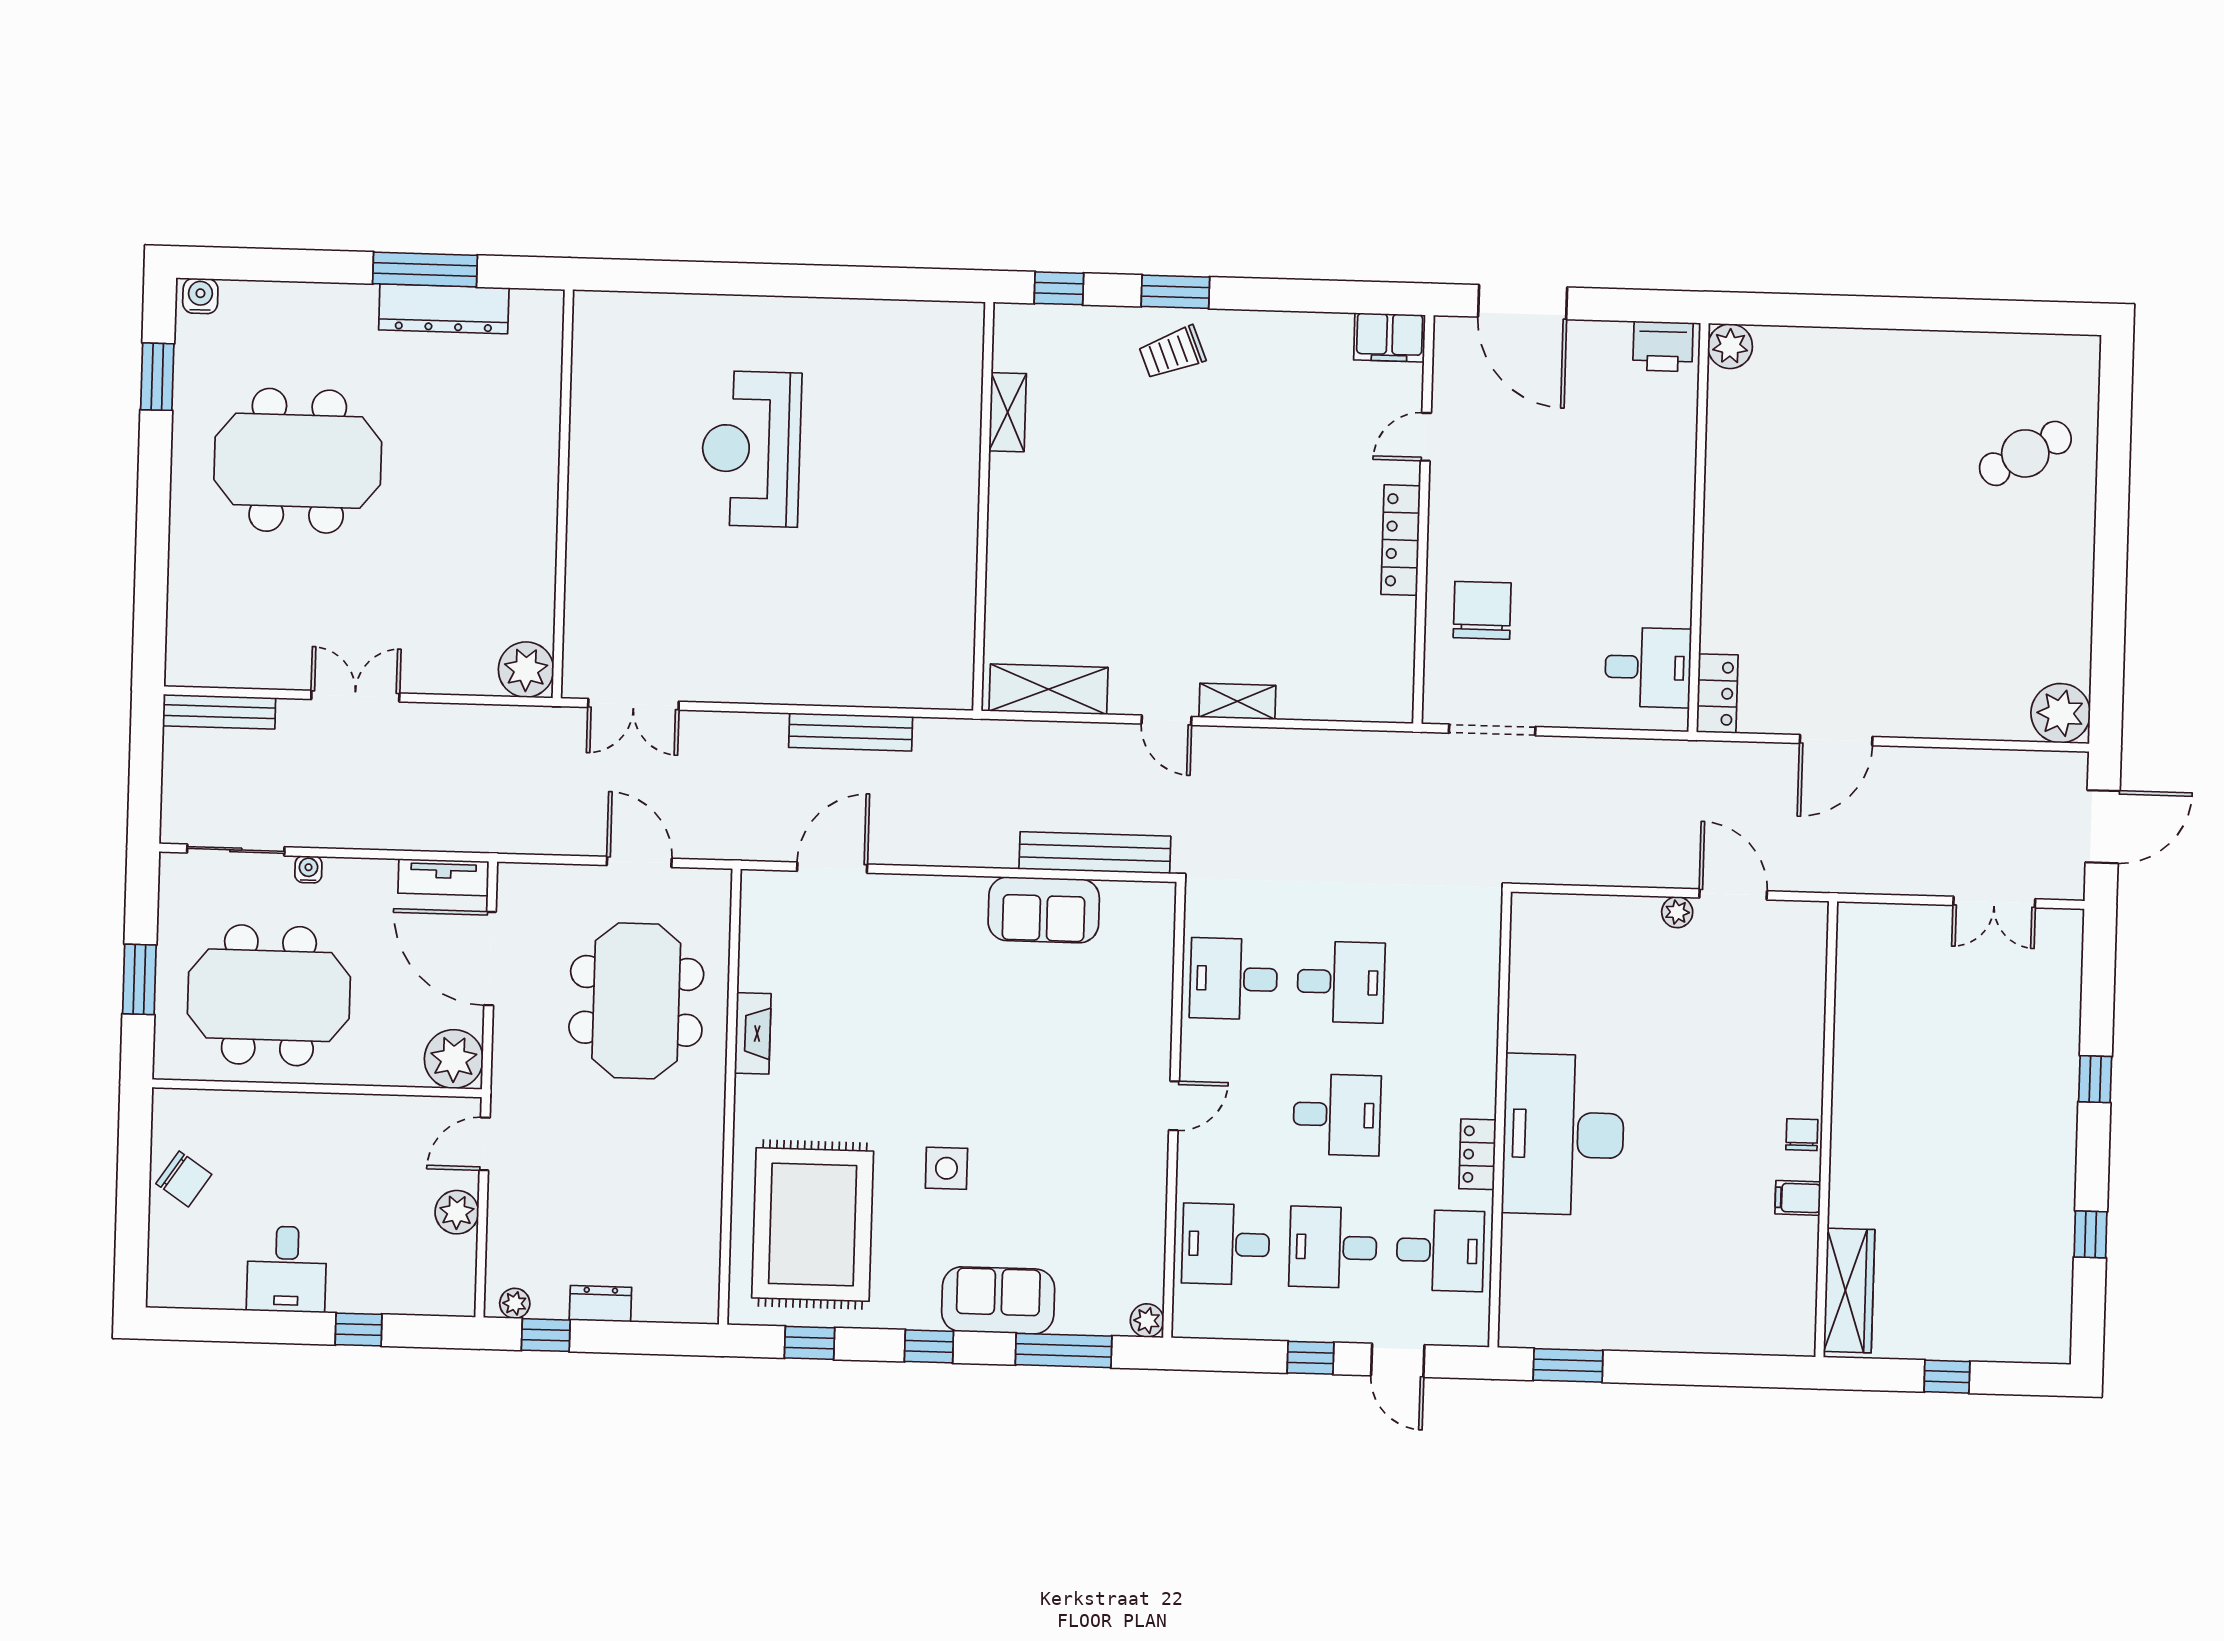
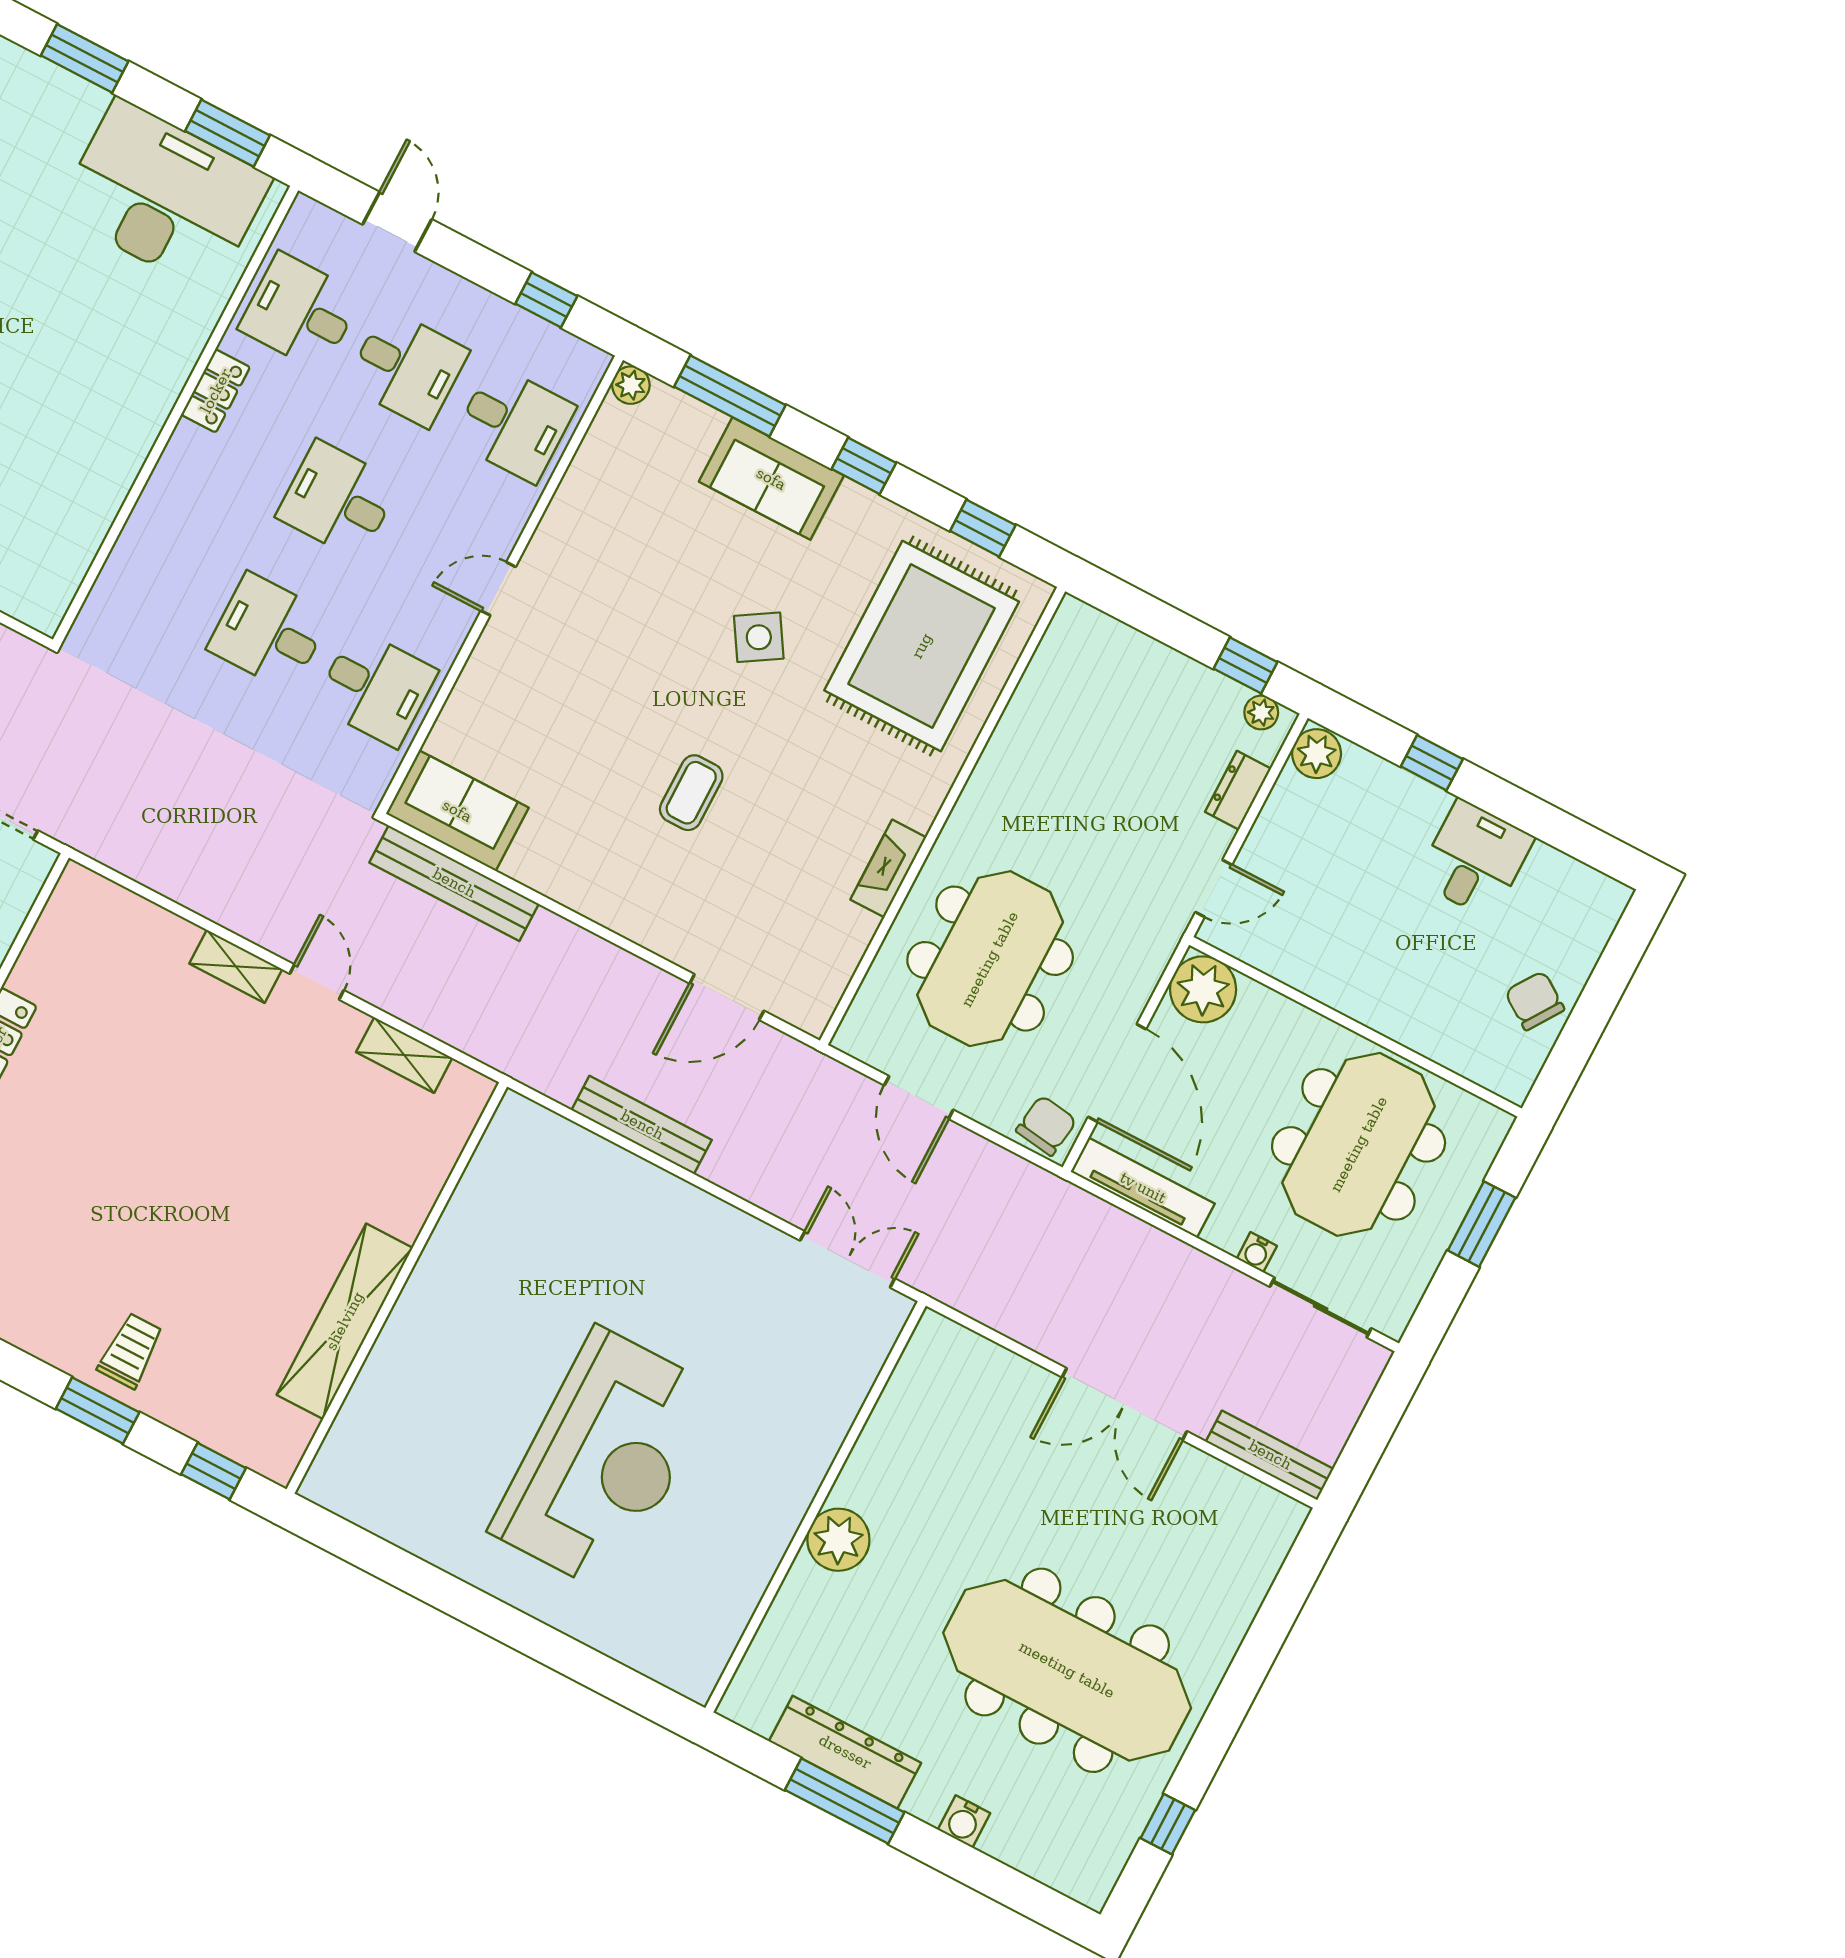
water cooler: (200, 296) -> (964, 1821), moved
trolley: (1172, 353) -> (131, 1351), turned -68
window: (157, 377) -> (1168, 1824), width x0.67
shelving: (1008, 412) -> (345, 1321), width x2.20, depth x1.33
reception desk: (751, 449) -> (603, 1460), width x1.36, depth x1.30
meeting table: (298, 461) -> (1067, 1670), width x1.36
plant: (526, 670) -> (838, 1540), moved
shelving: (1049, 689) -> (404, 1055), width x0.67, depth x0.75
double door: (355, 696) -> (1124, 1404), width x1.37
tv unit: (443, 877) -> (1143, 1188), width x1.41
chair: (526, 889) -> (1046, 1126), added
sofa: (1044, 910) -> (457, 811), moved
meeting table: (269, 995) -> (1359, 1144), turned 90
coffee table: (940, 1017) -> (691, 793), added
desk: (1563, 1135) -> (164, 196), moved, turned -90
side table: (946, 1168) -> (759, 637), turned -32
plant: (457, 1212) -> (1317, 754), moved
dresser: (600, 1304) -> (1238, 790), moved, turned 90
window: (1311, 1358) -> (546, 300), moved
window: (1712, 1370) -> (85, 58), added

